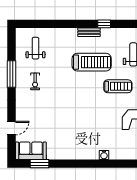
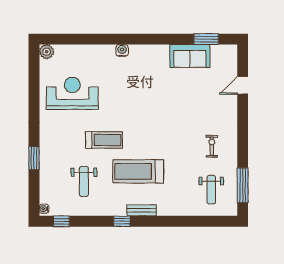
window: (11, 74) -> (243, 185), moved
treadmill: (118, 86) -> (104, 140), turned 180
sofa: (31, 151) -> (190, 56), moved

